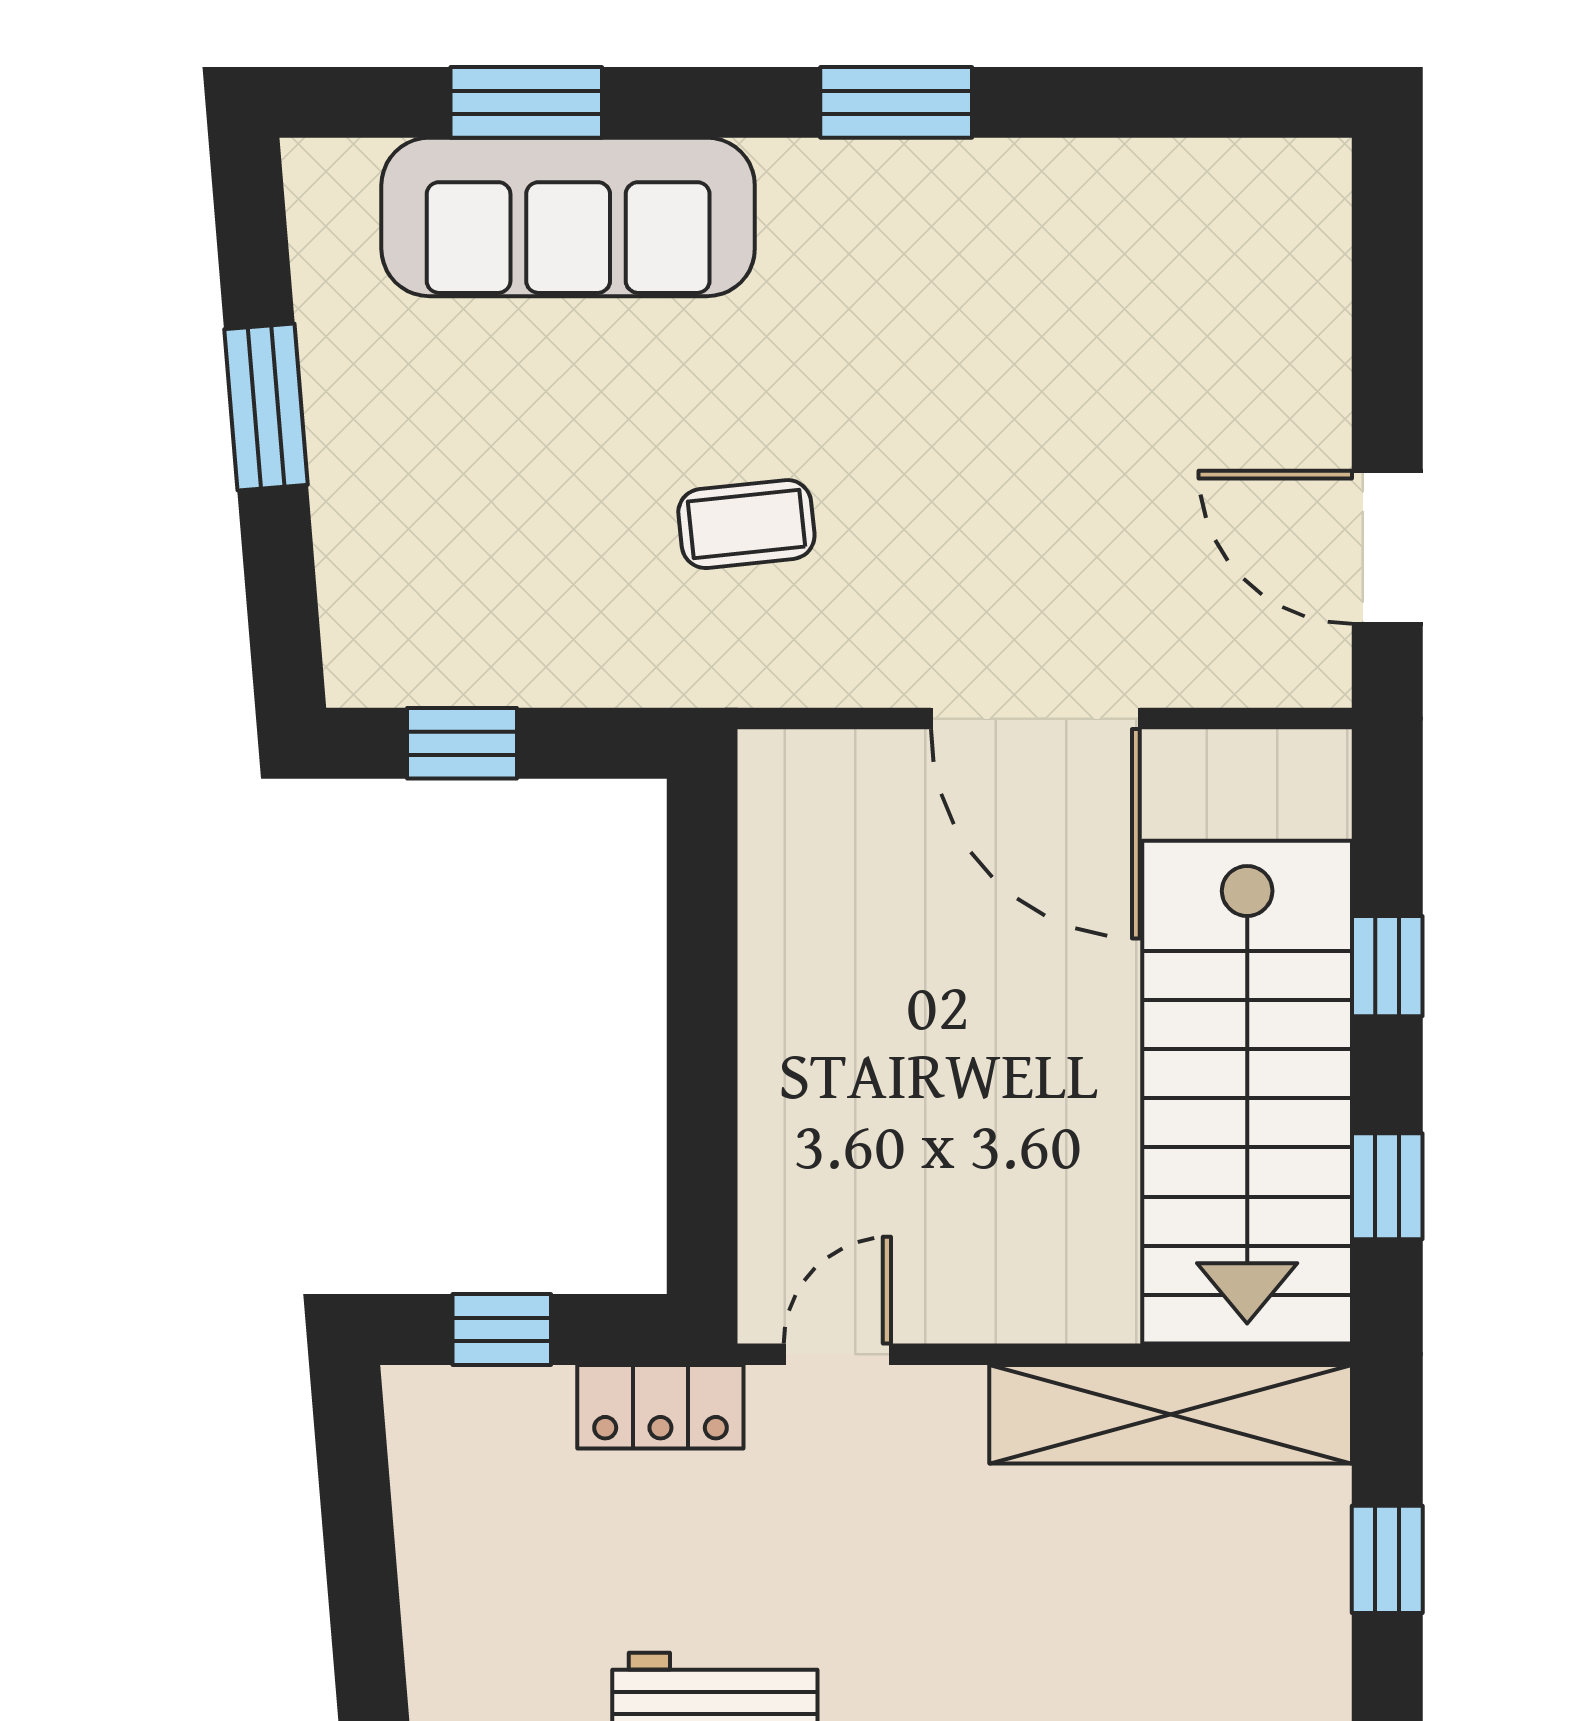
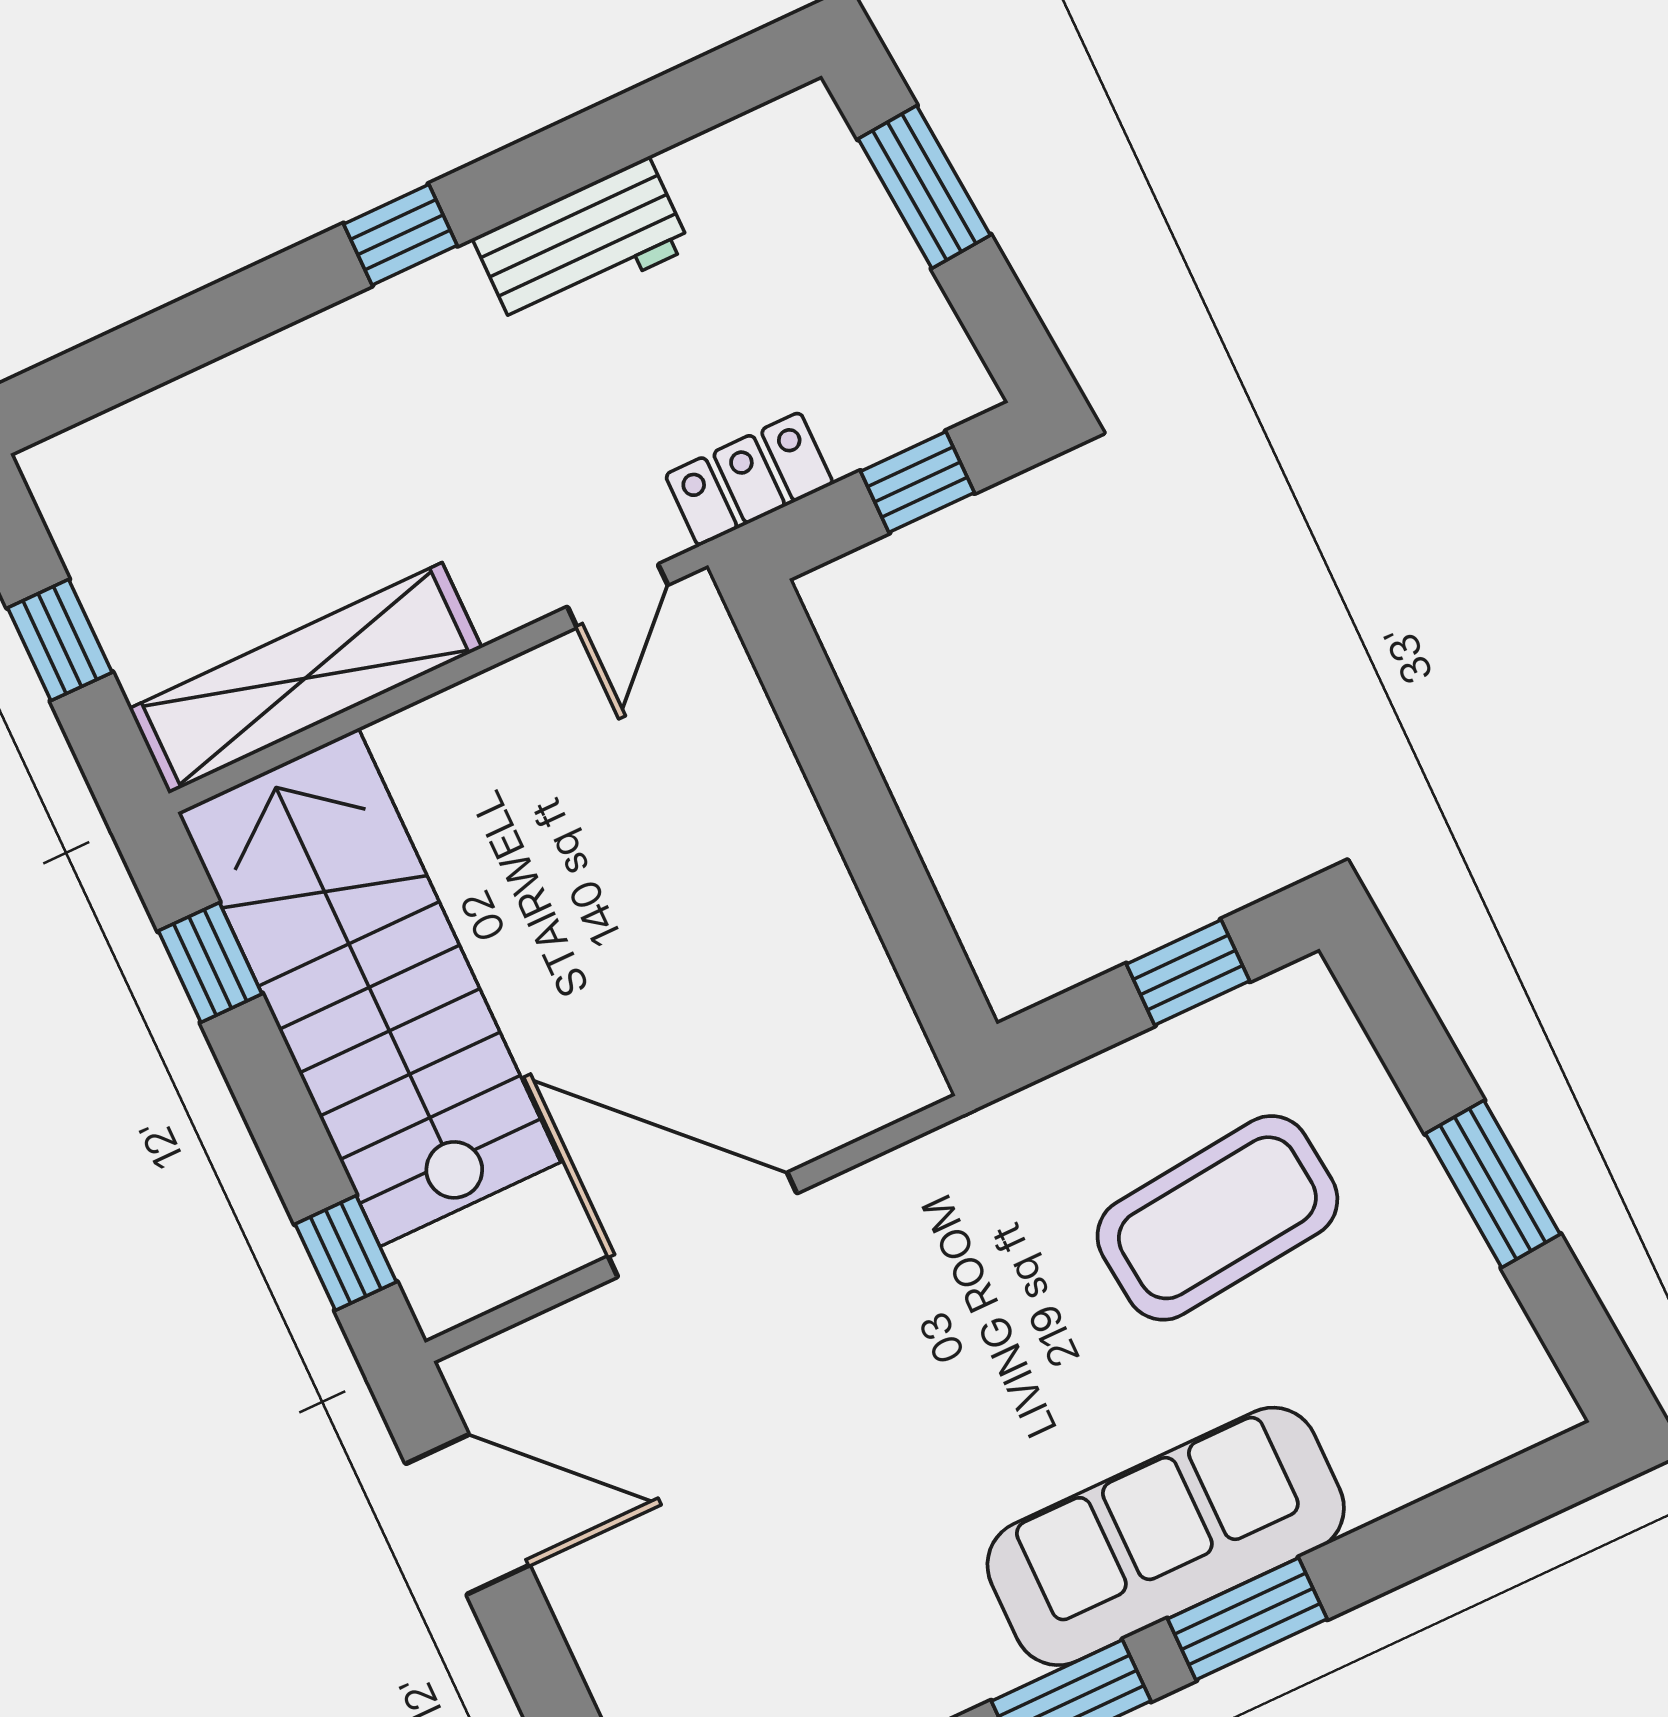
window: (526, 102) -> (1247, 1619), moved
sofa: (568, 217) -> (1166, 1536), moved
coffee table: (746, 524) -> (1217, 1218), moved, width x1.86, depth x1.72
window: (1387, 966) -> (346, 1253), moved
window: (365, 1607) -> (924, 187), added

